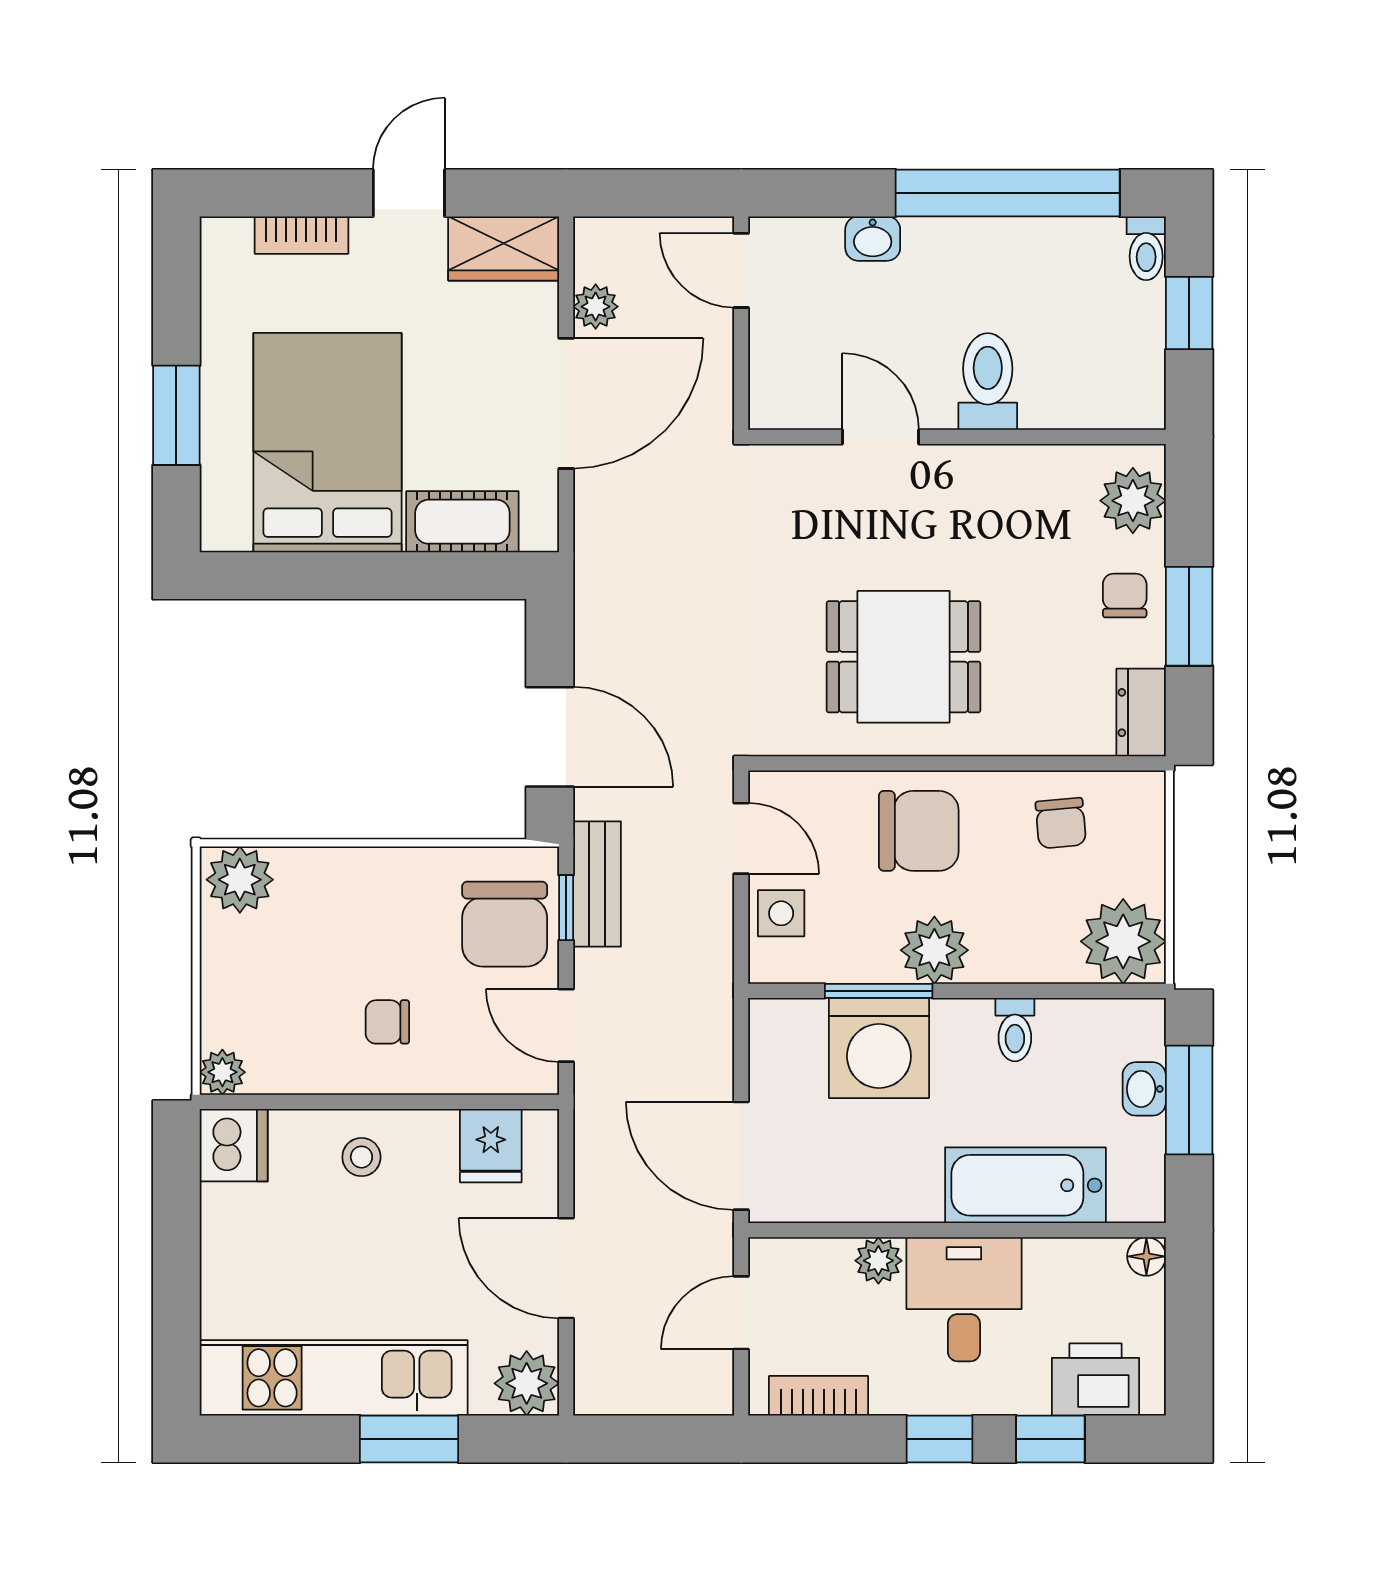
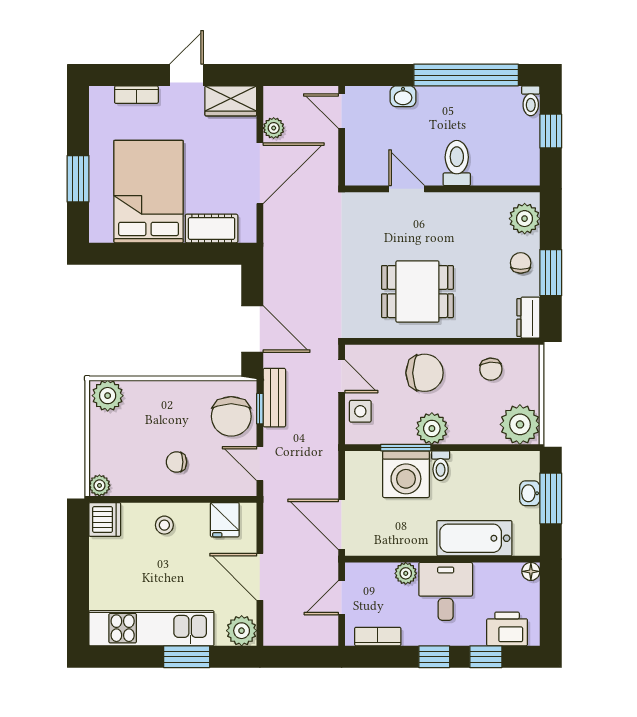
toilet: (1015, 1030) -> (441, 466), moved

